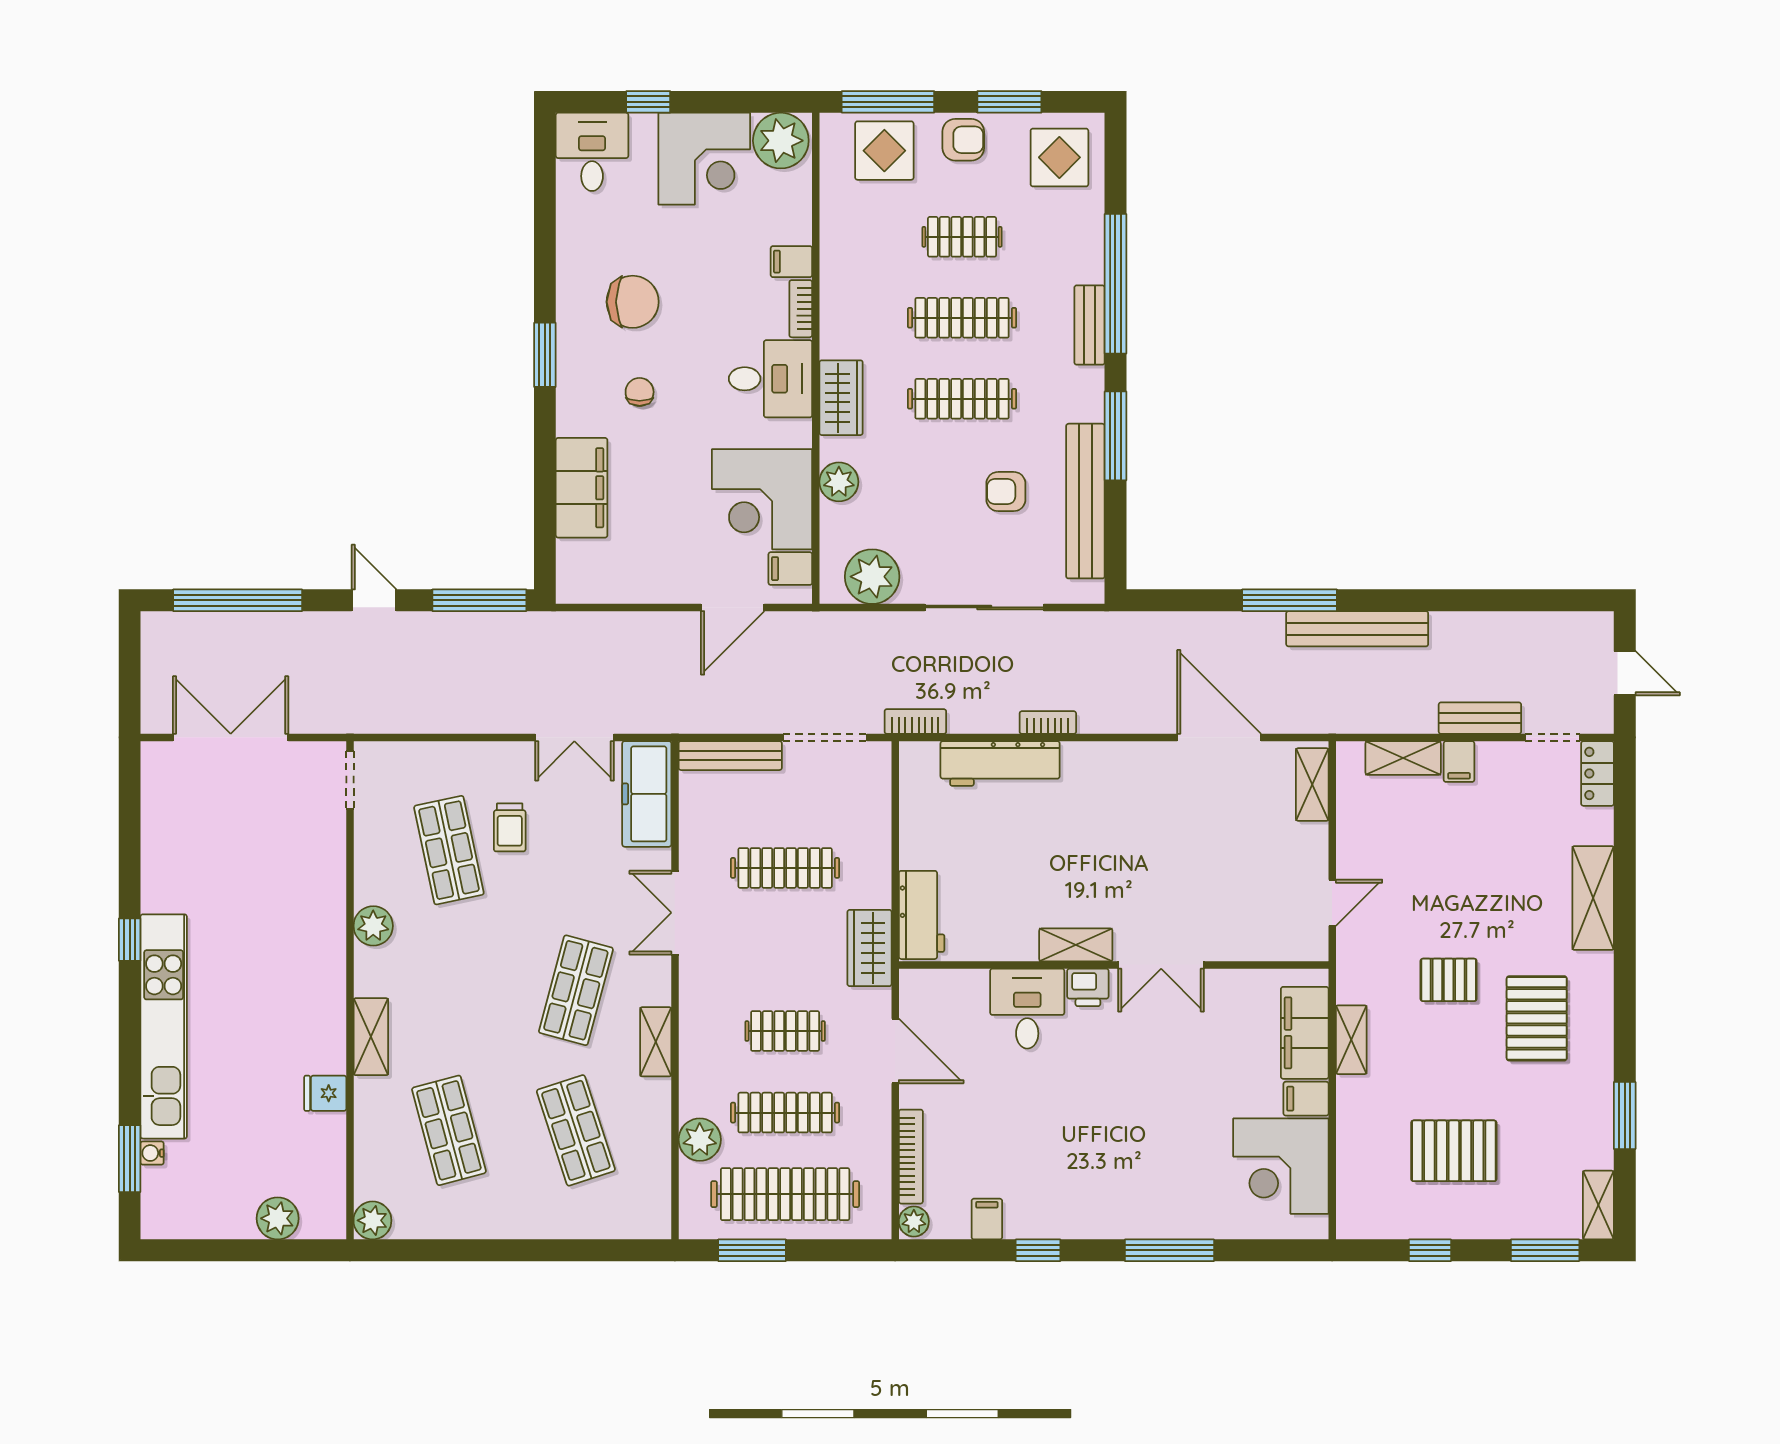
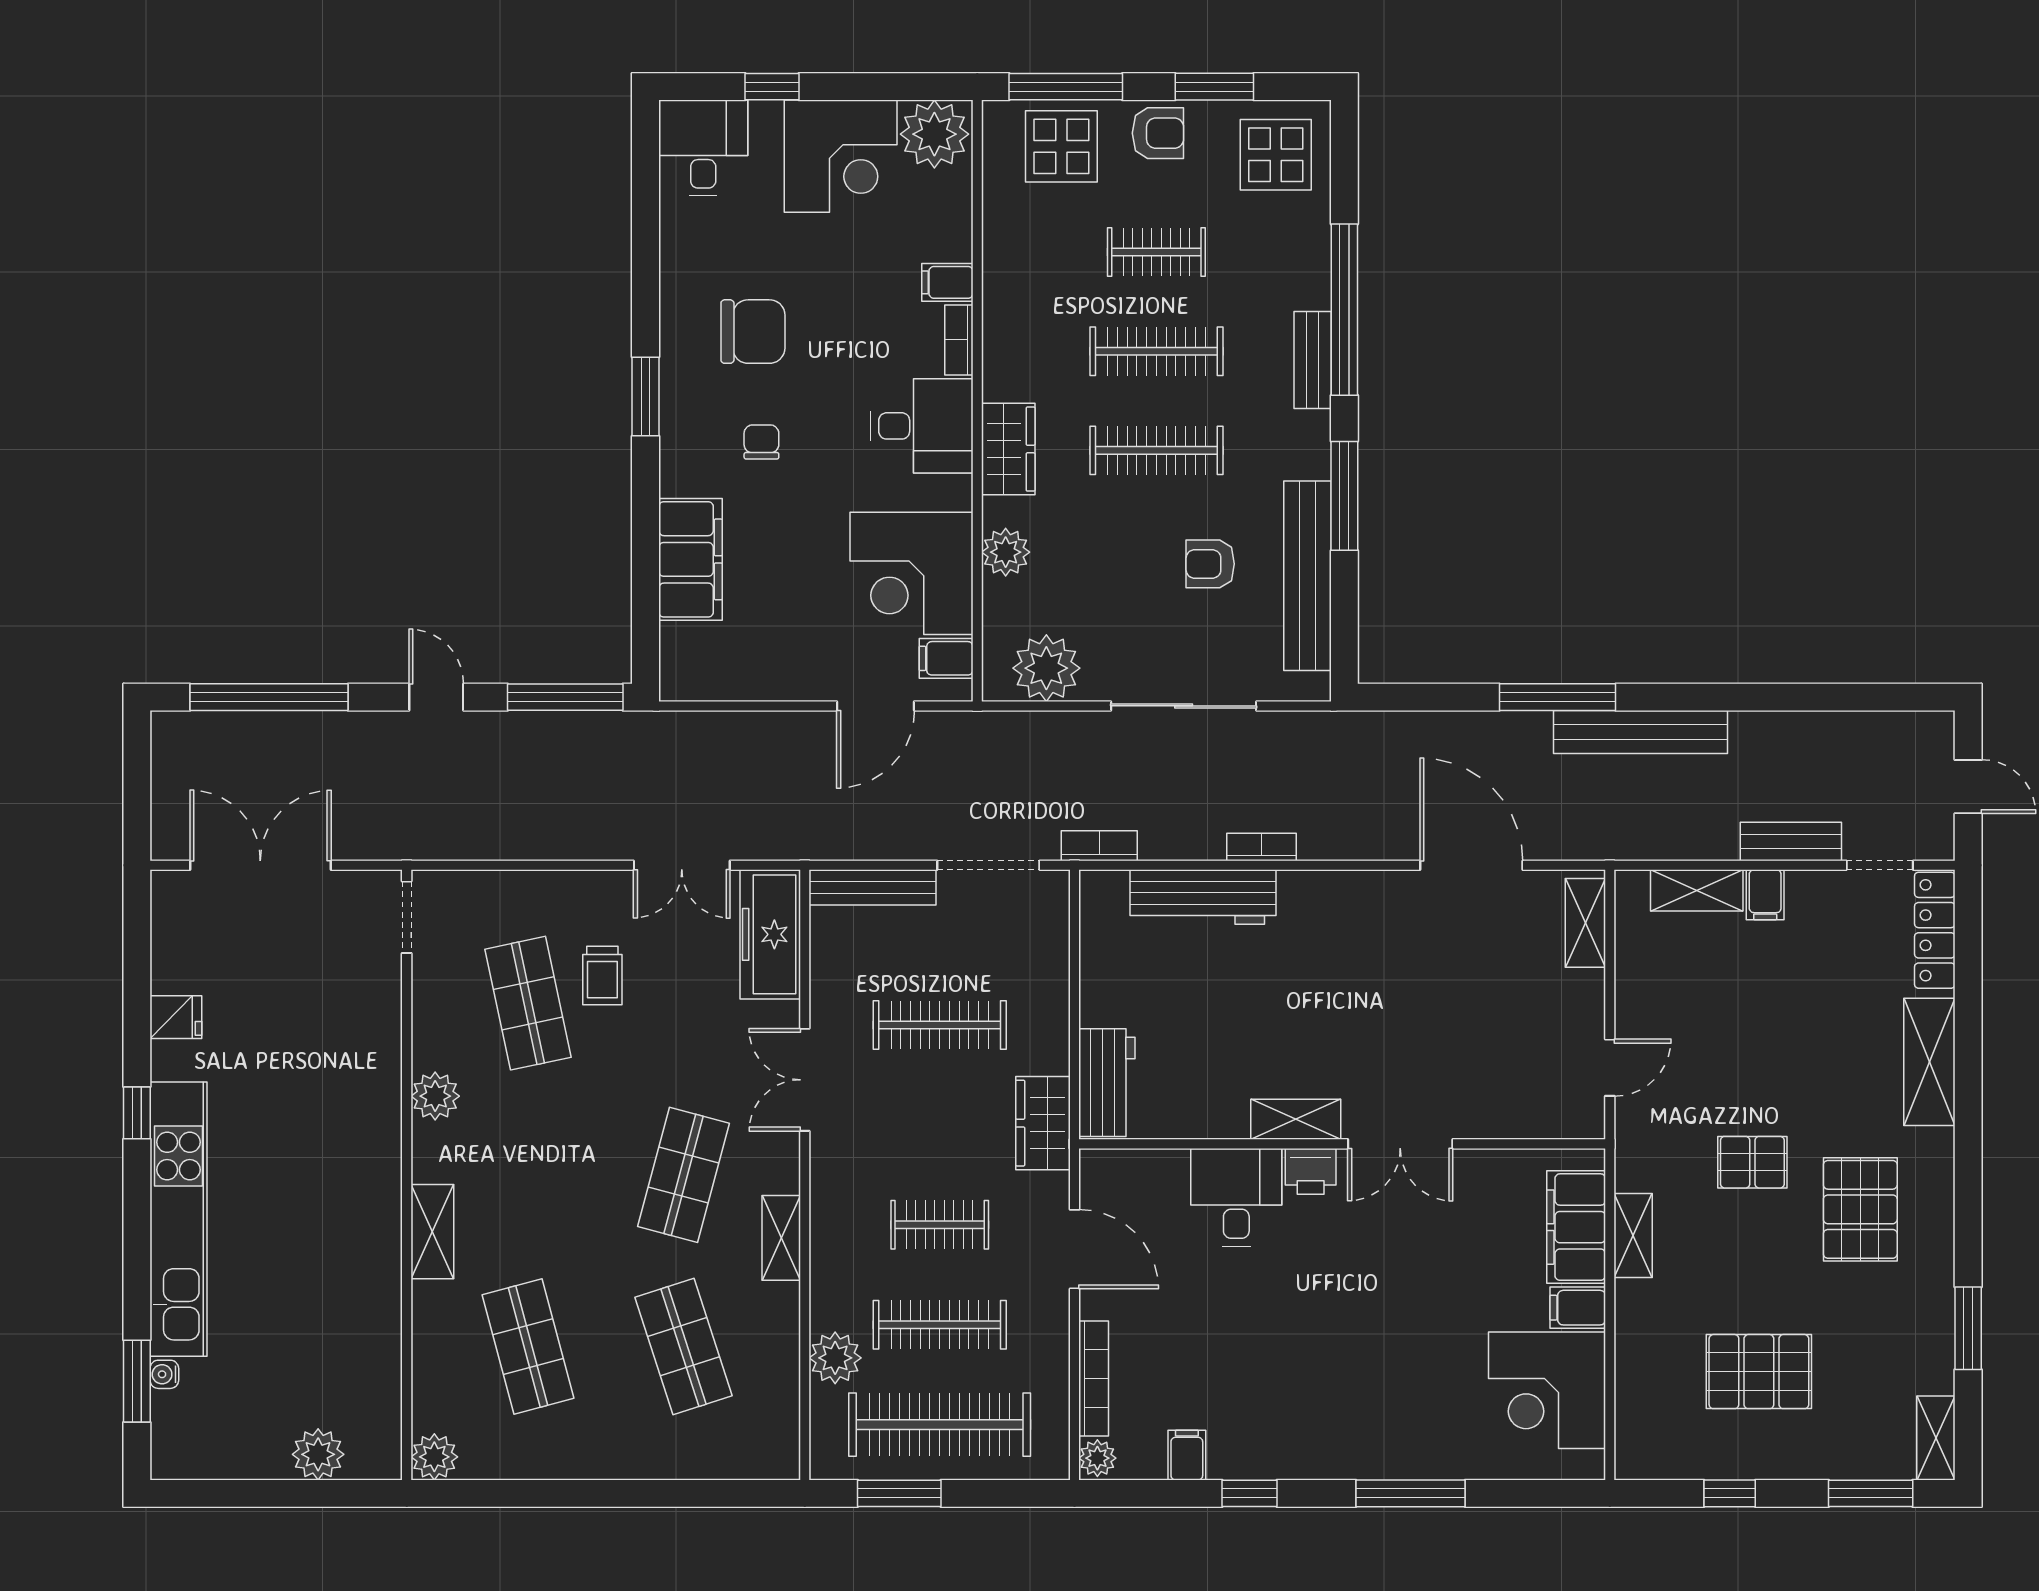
locker: (1597, 773) -> (1935, 930), width x1.53
fridge: (325, 1093) -> (176, 1017), moved, turned 180

